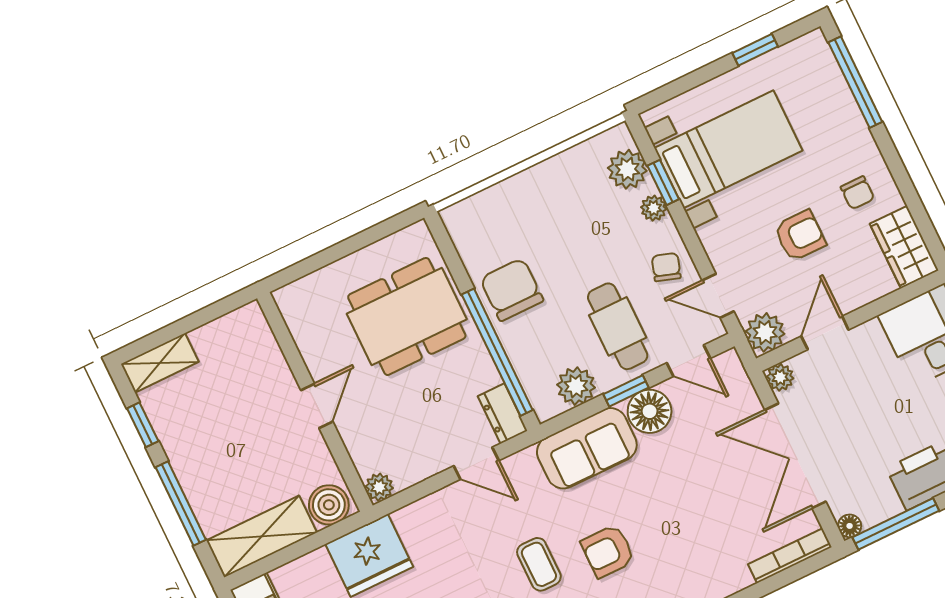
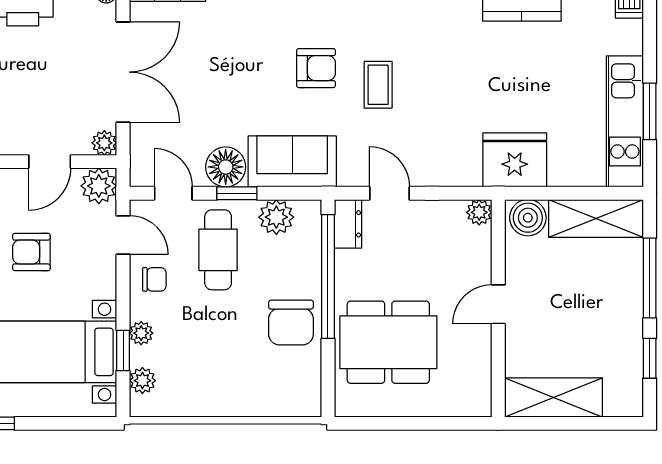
plant: (627, 169) -> (142, 381), width x0.73, depth x0.73
chair: (666, 267) -> (154, 279), turned -108
shelving: (160, 363) -> (553, 398), moved, width x1.50, depth x1.33

